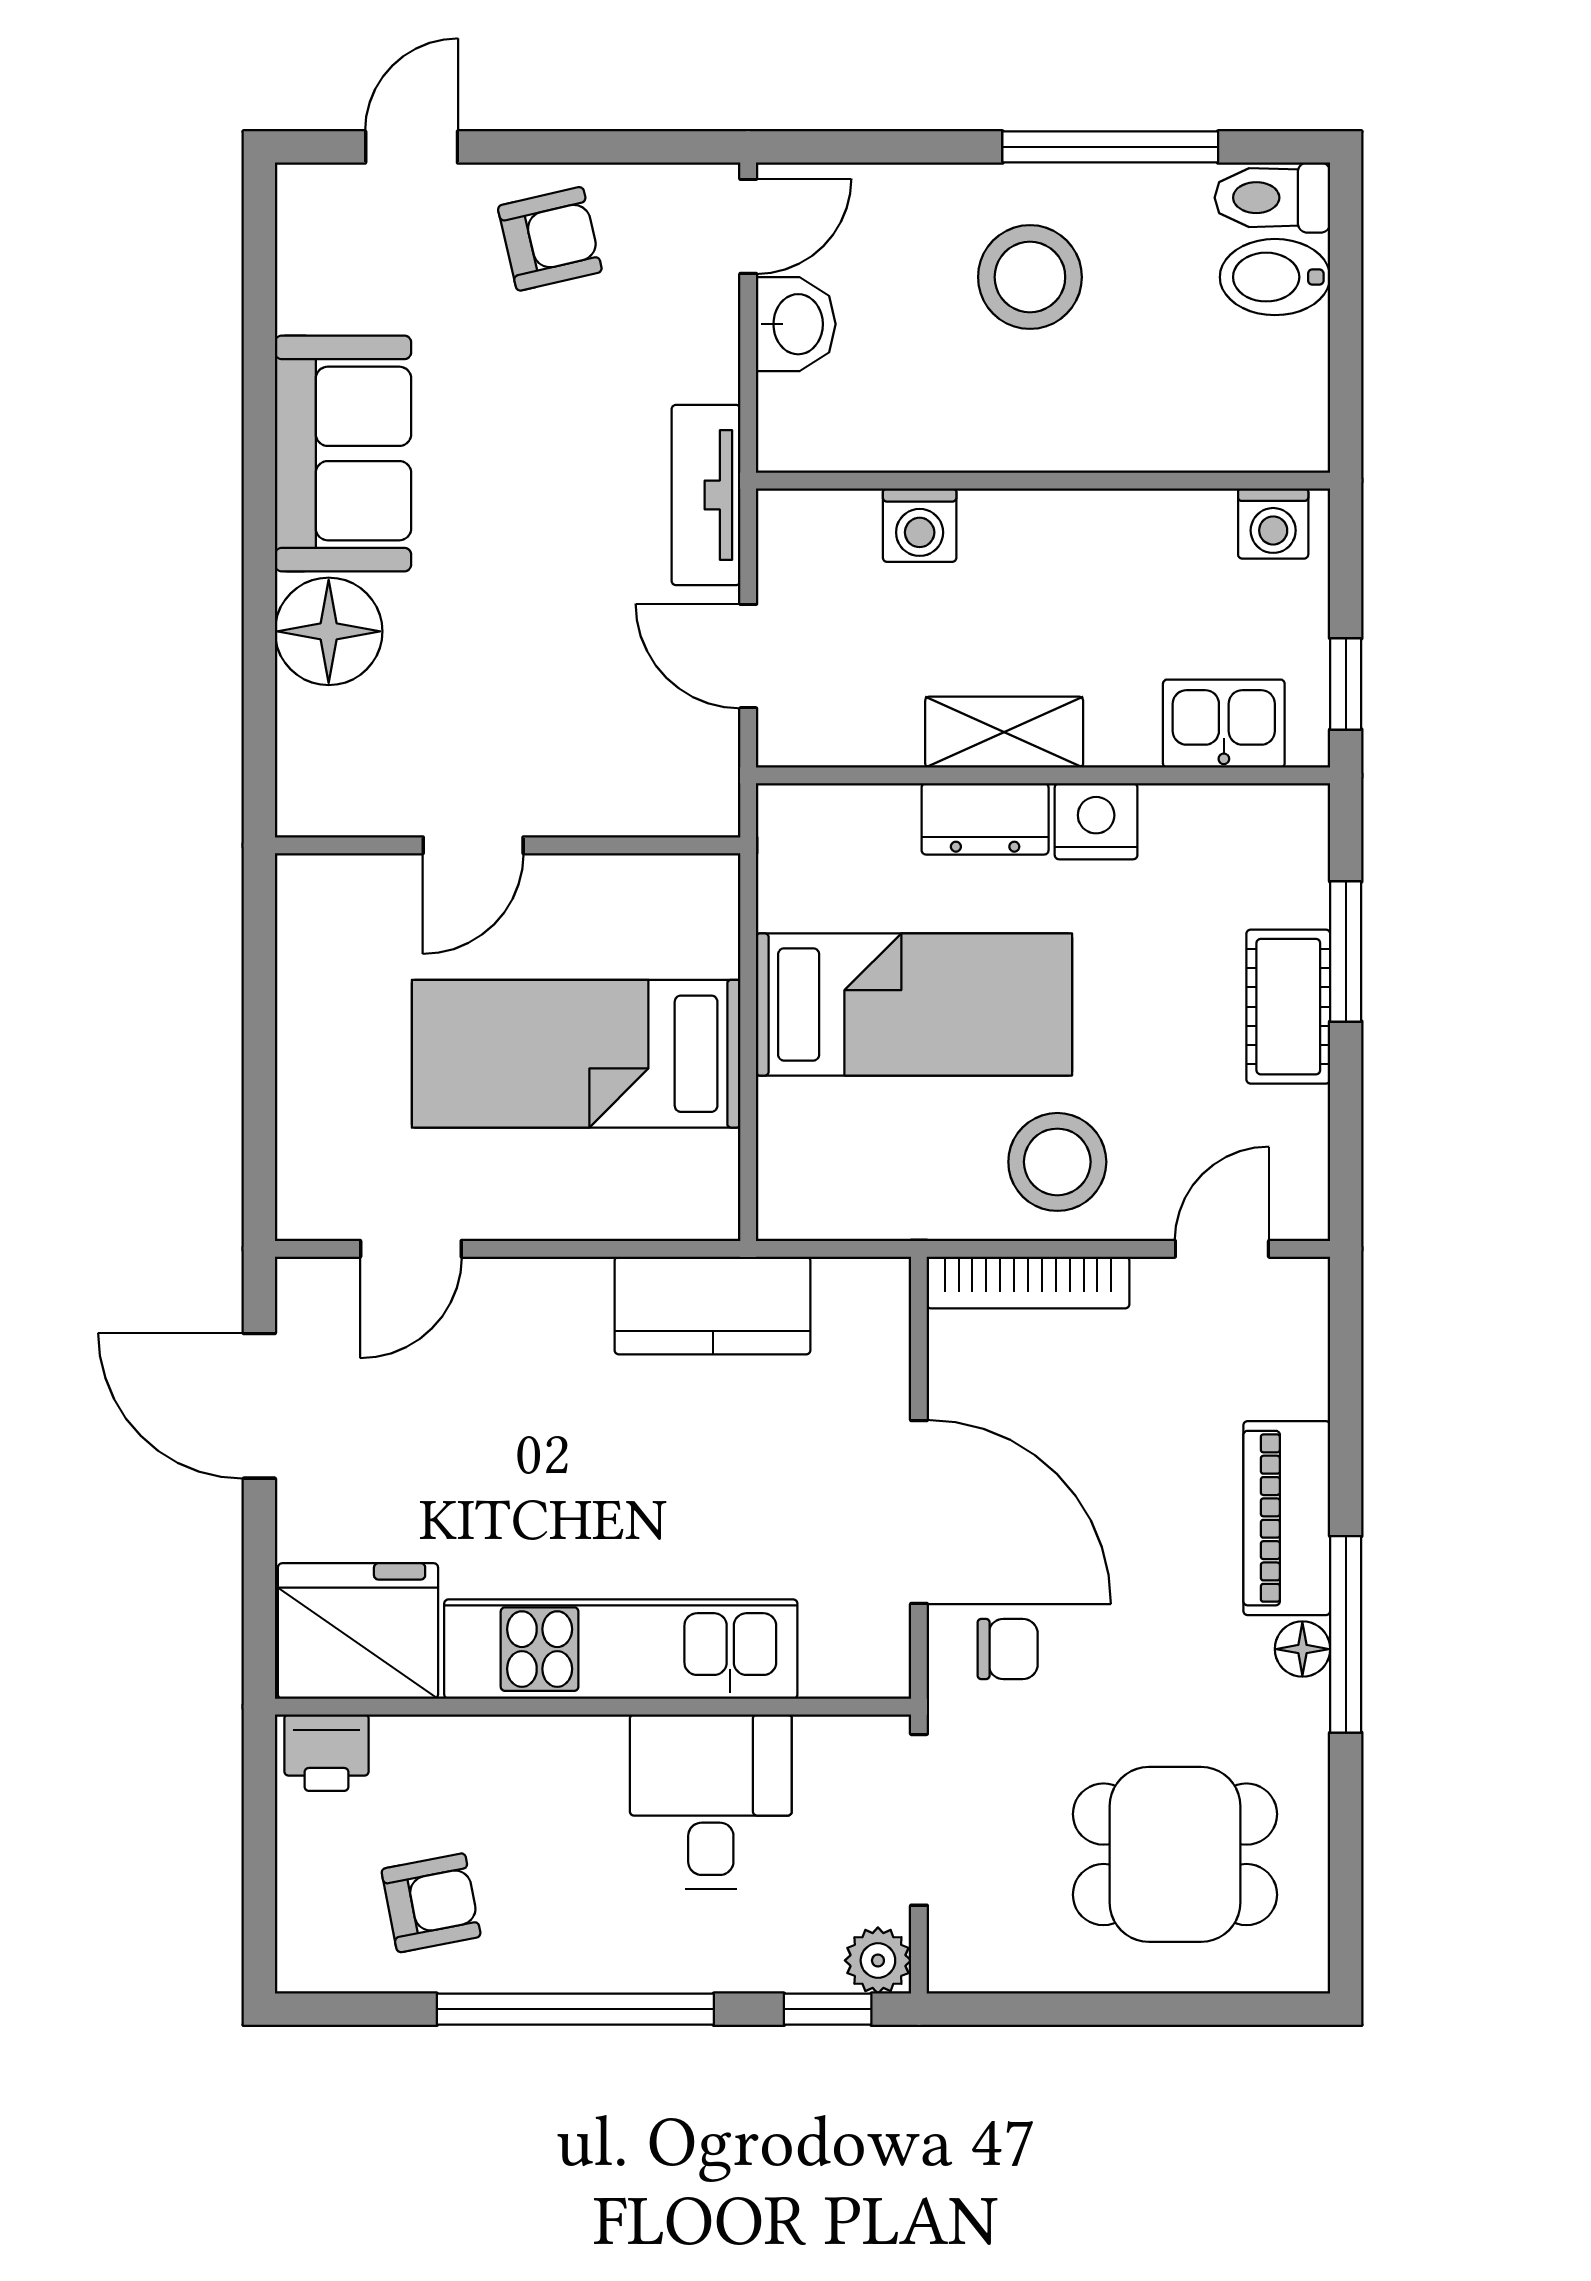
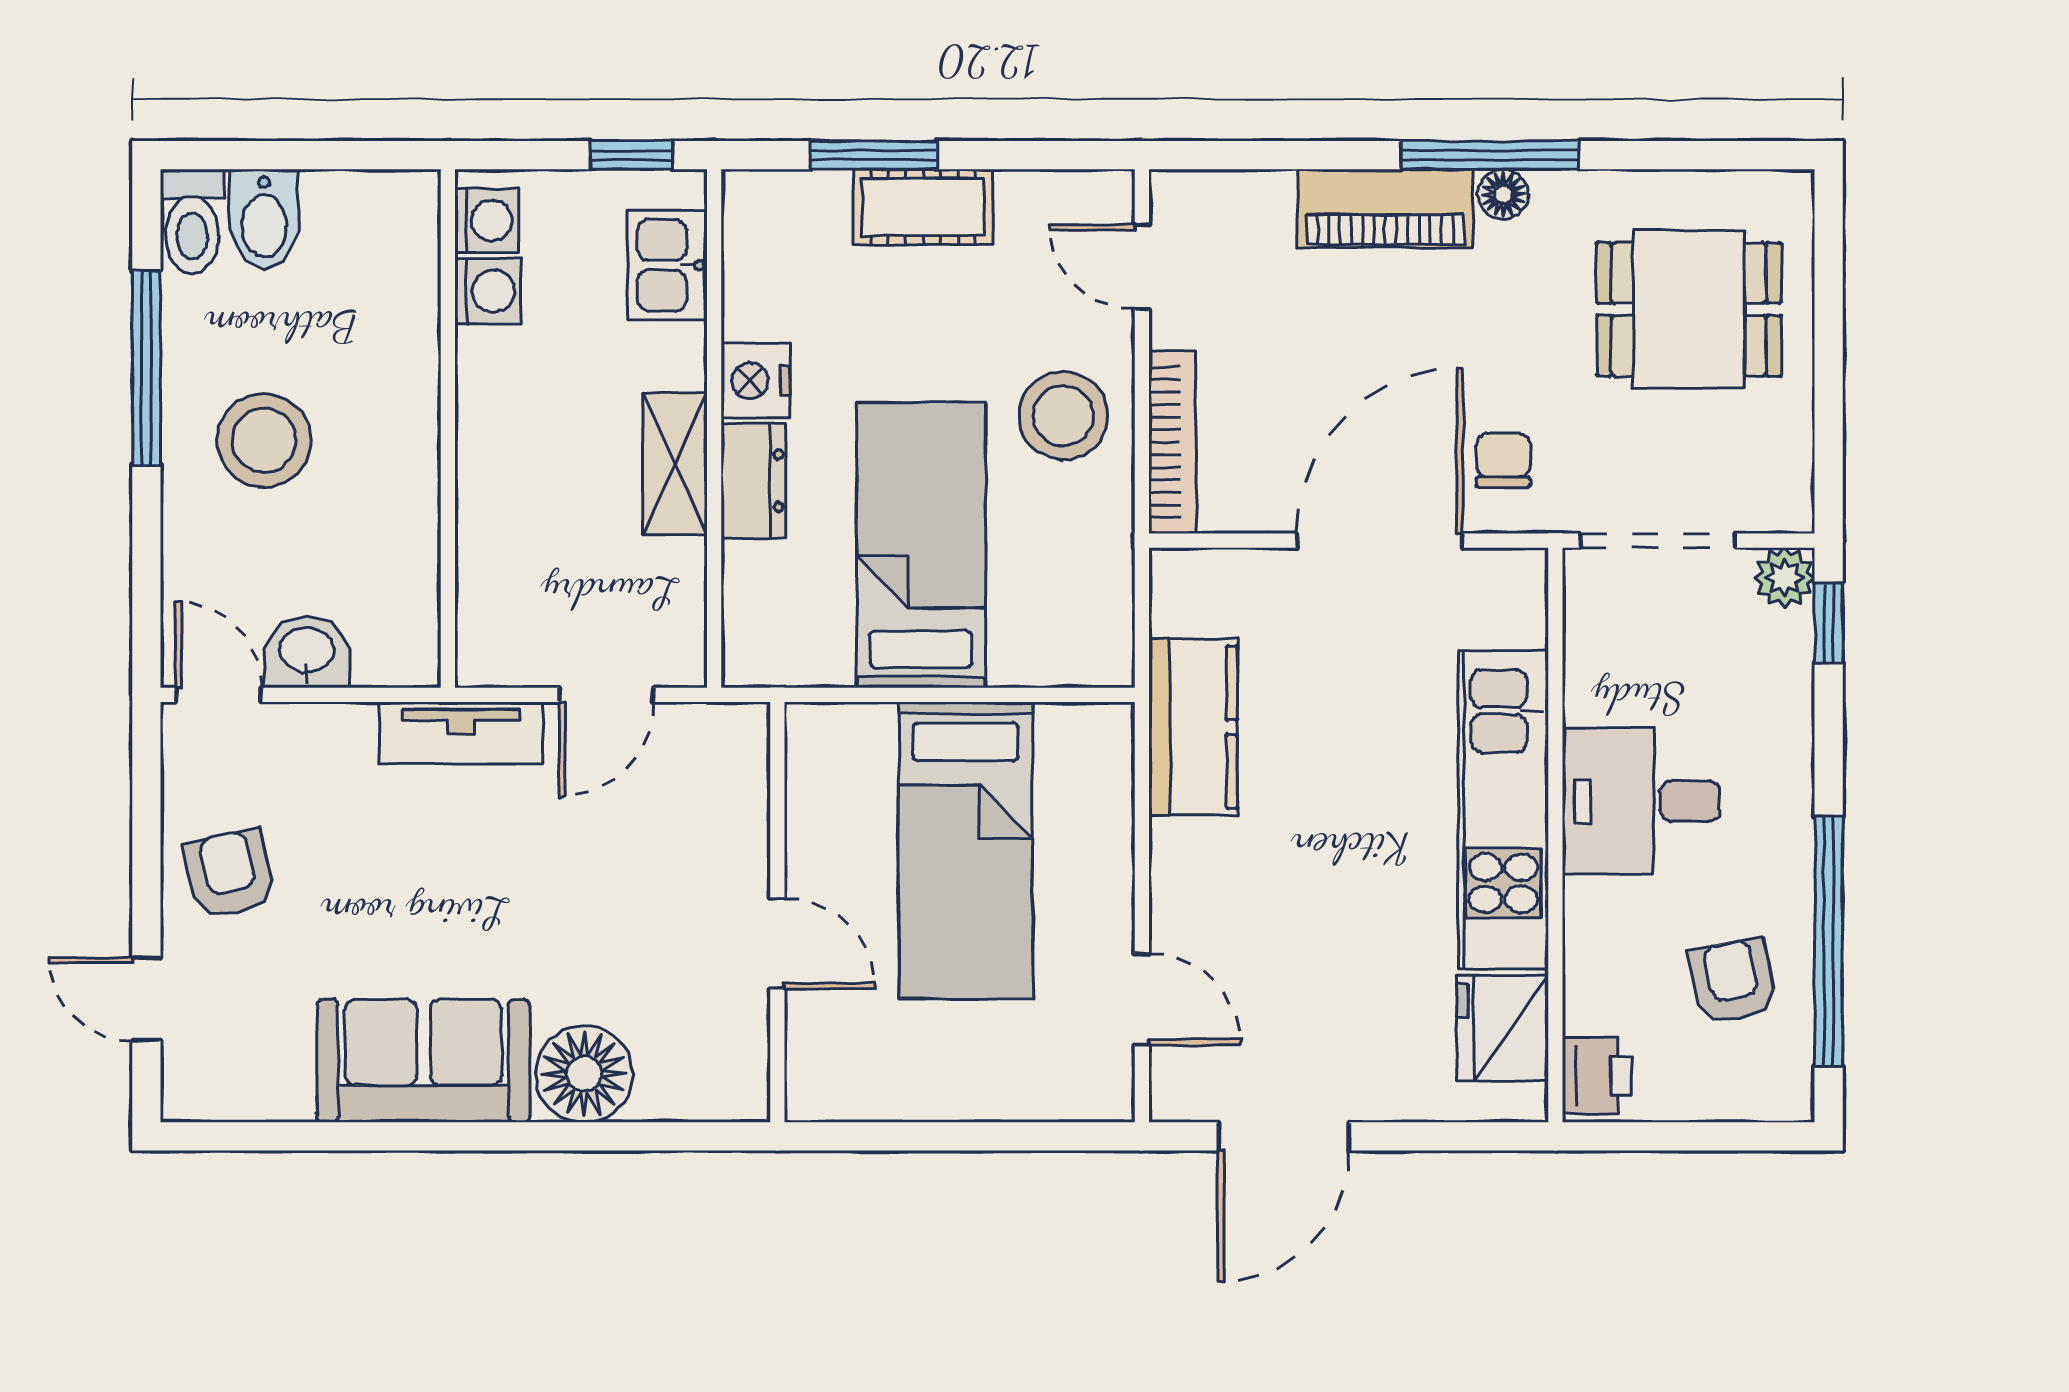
washing machine: (920, 525) -> (488, 291), moved
fridge: (358, 1631) -> (1503, 1028), width x0.73, depth x0.75
desk: (711, 1802) -> (1641, 801), moved
dining table: (1175, 1854) -> (1689, 309), turned 90
window: (575, 2009) -> (1829, 941), moved

